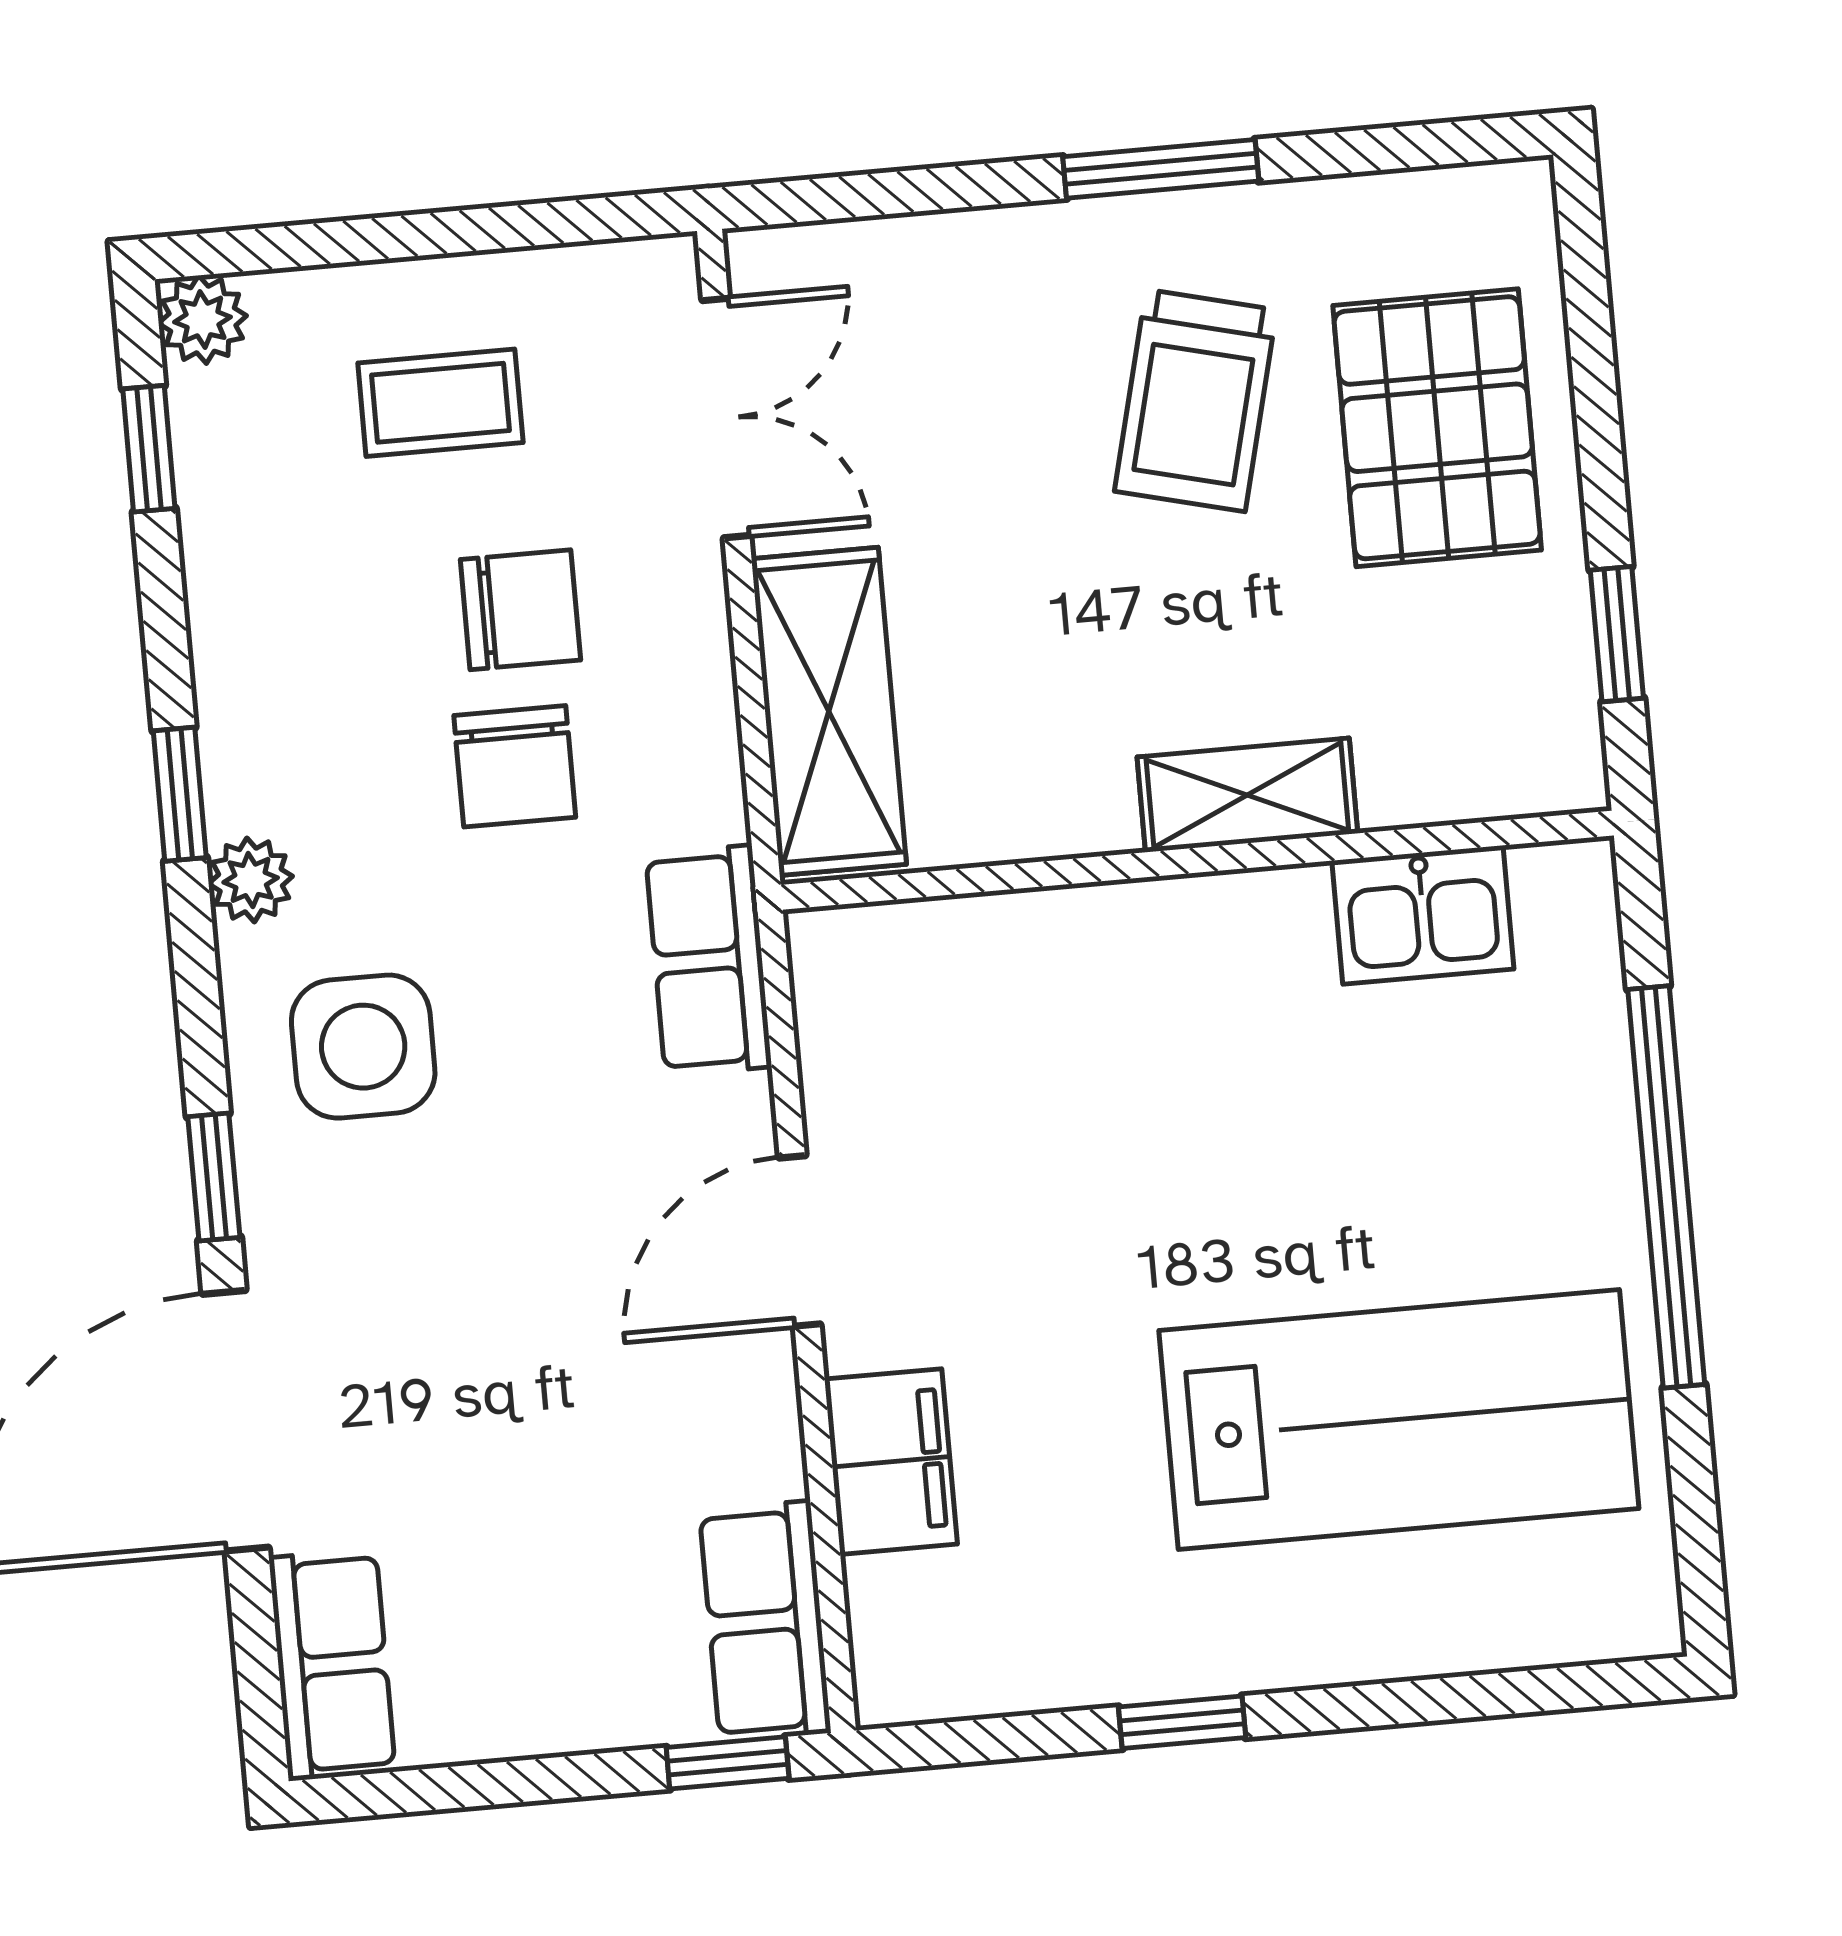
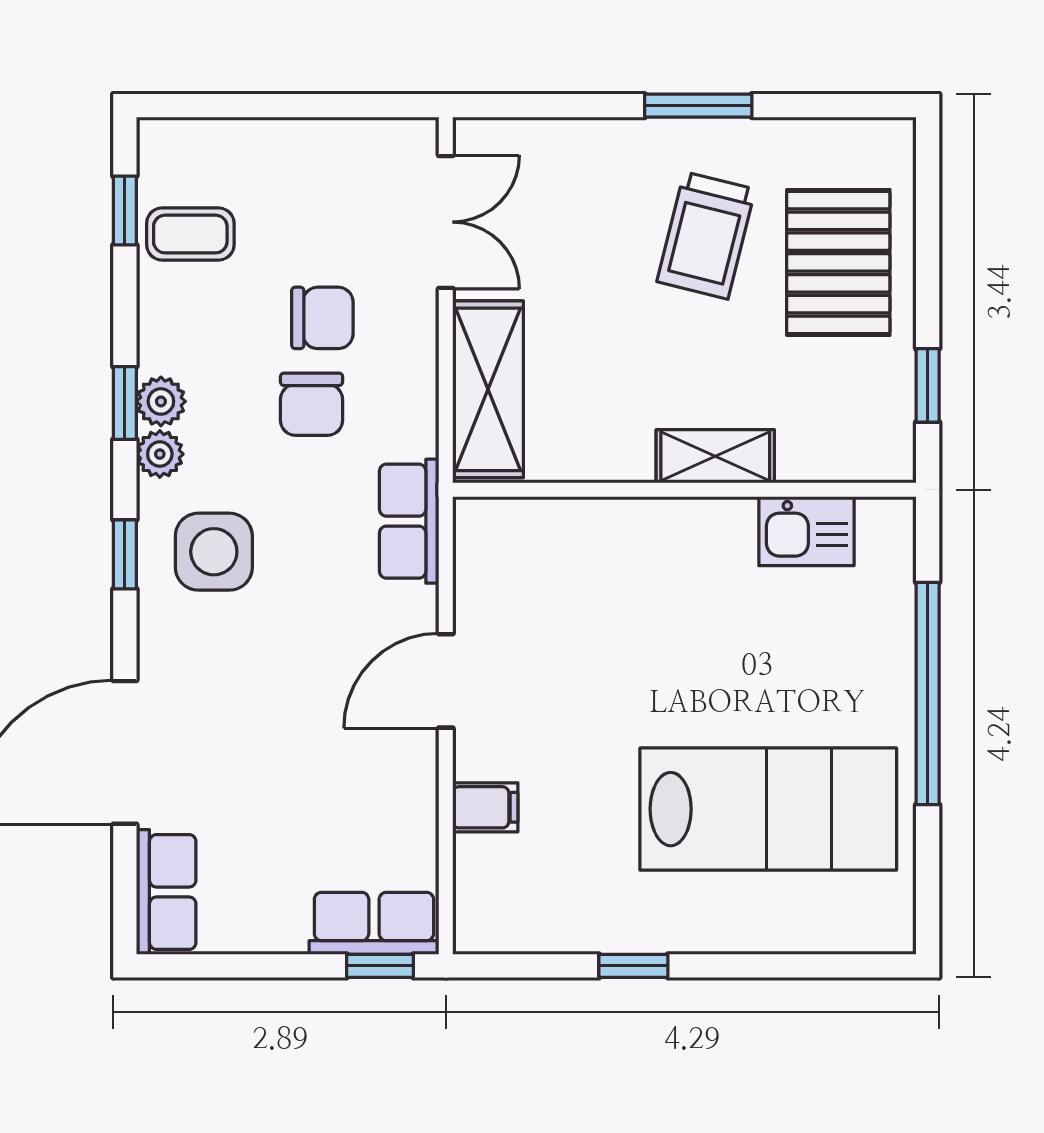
plant: (203, 319) -> (161, 401), moved
coffee table: (440, 403) -> (190, 234), moved
window: (214, 1177) -> (125, 554), moved
filing cabinet: (891, 1462) -> (485, 807), width x0.50
row of seats: (765, 1621) -> (374, 923), moved, turned 90

